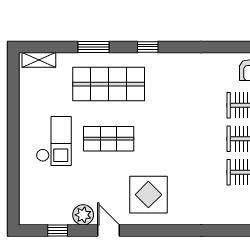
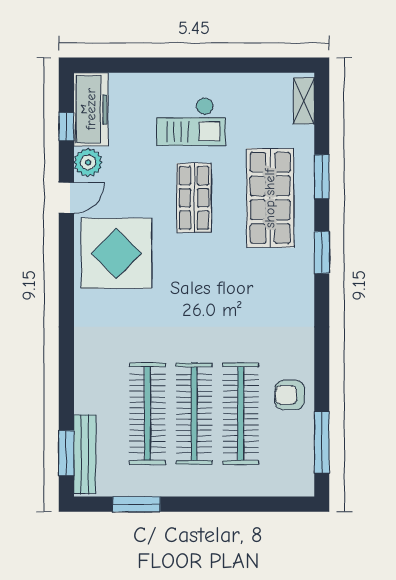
window: (148, 47) -> (322, 252), width x1.50
display table: (148, 195) -> (116, 253), width x1.36, depth x1.36
freezer: (45, 213) -> (91, 109), added

